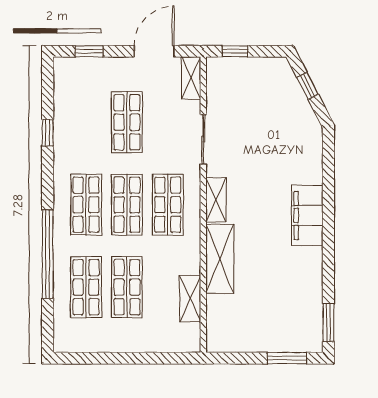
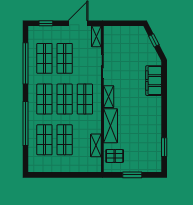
window: (235, 51) -> (118, 23), removed
shop shelf: (86, 122) -> (44, 58), added
window: (48, 133) -> (26, 63), width x3.17
filing cabinet: (307, 215) -> (154, 81), moved
pallet: (228, 320) -> (115, 156), added
window: (328, 322) -> (164, 147), moved
window: (287, 358) -> (132, 175), moved

